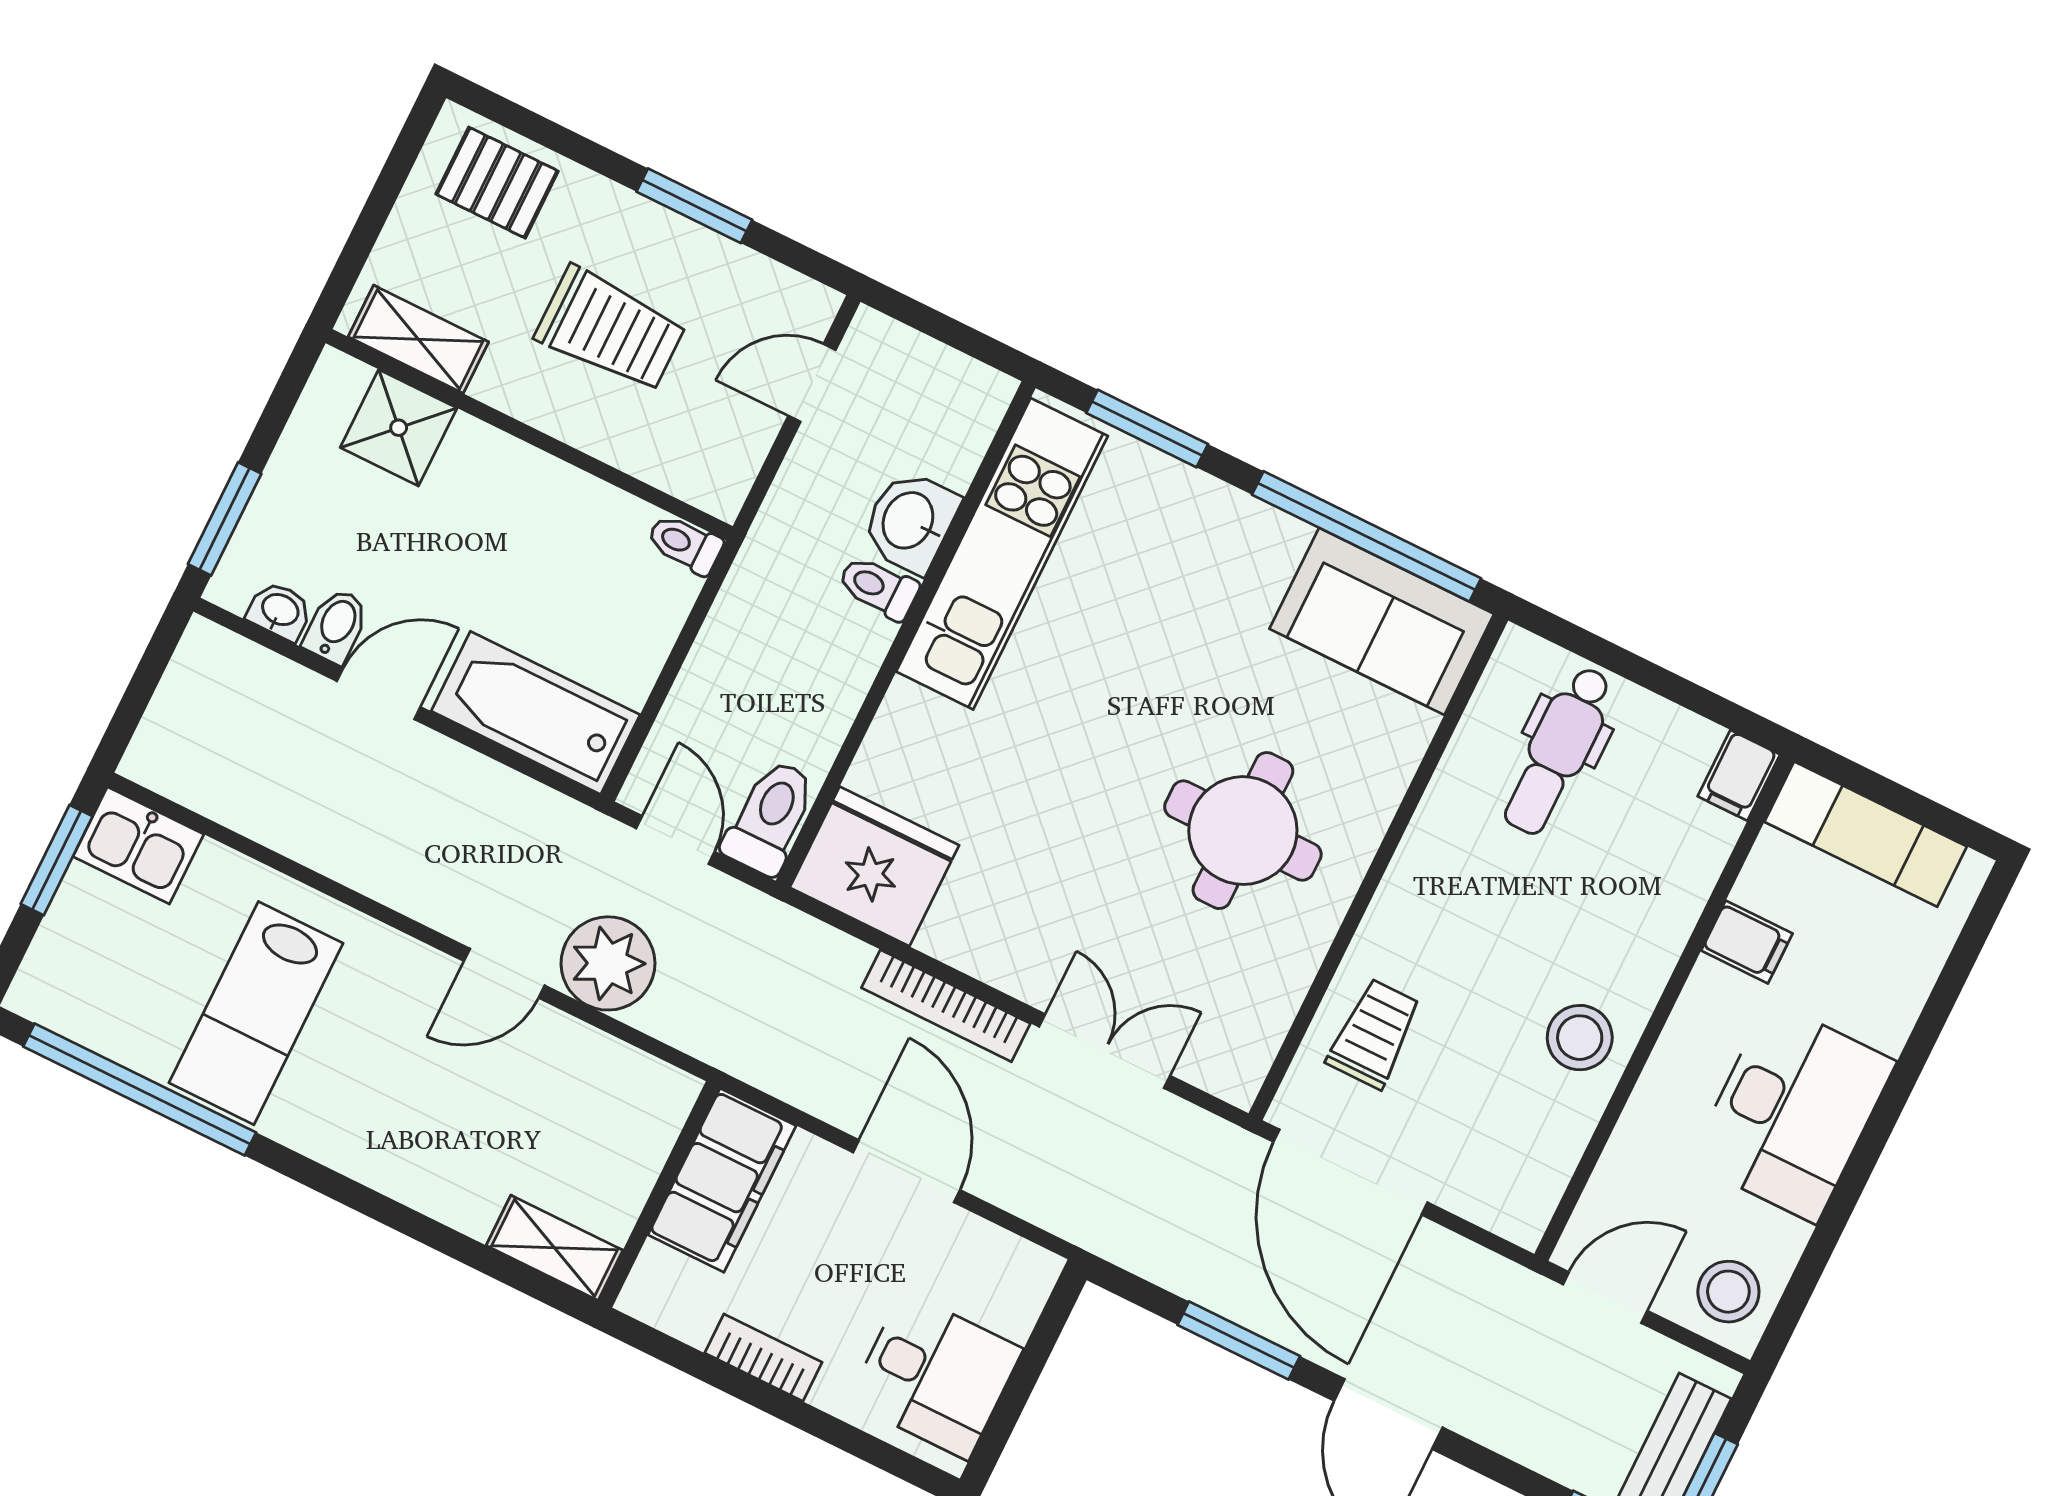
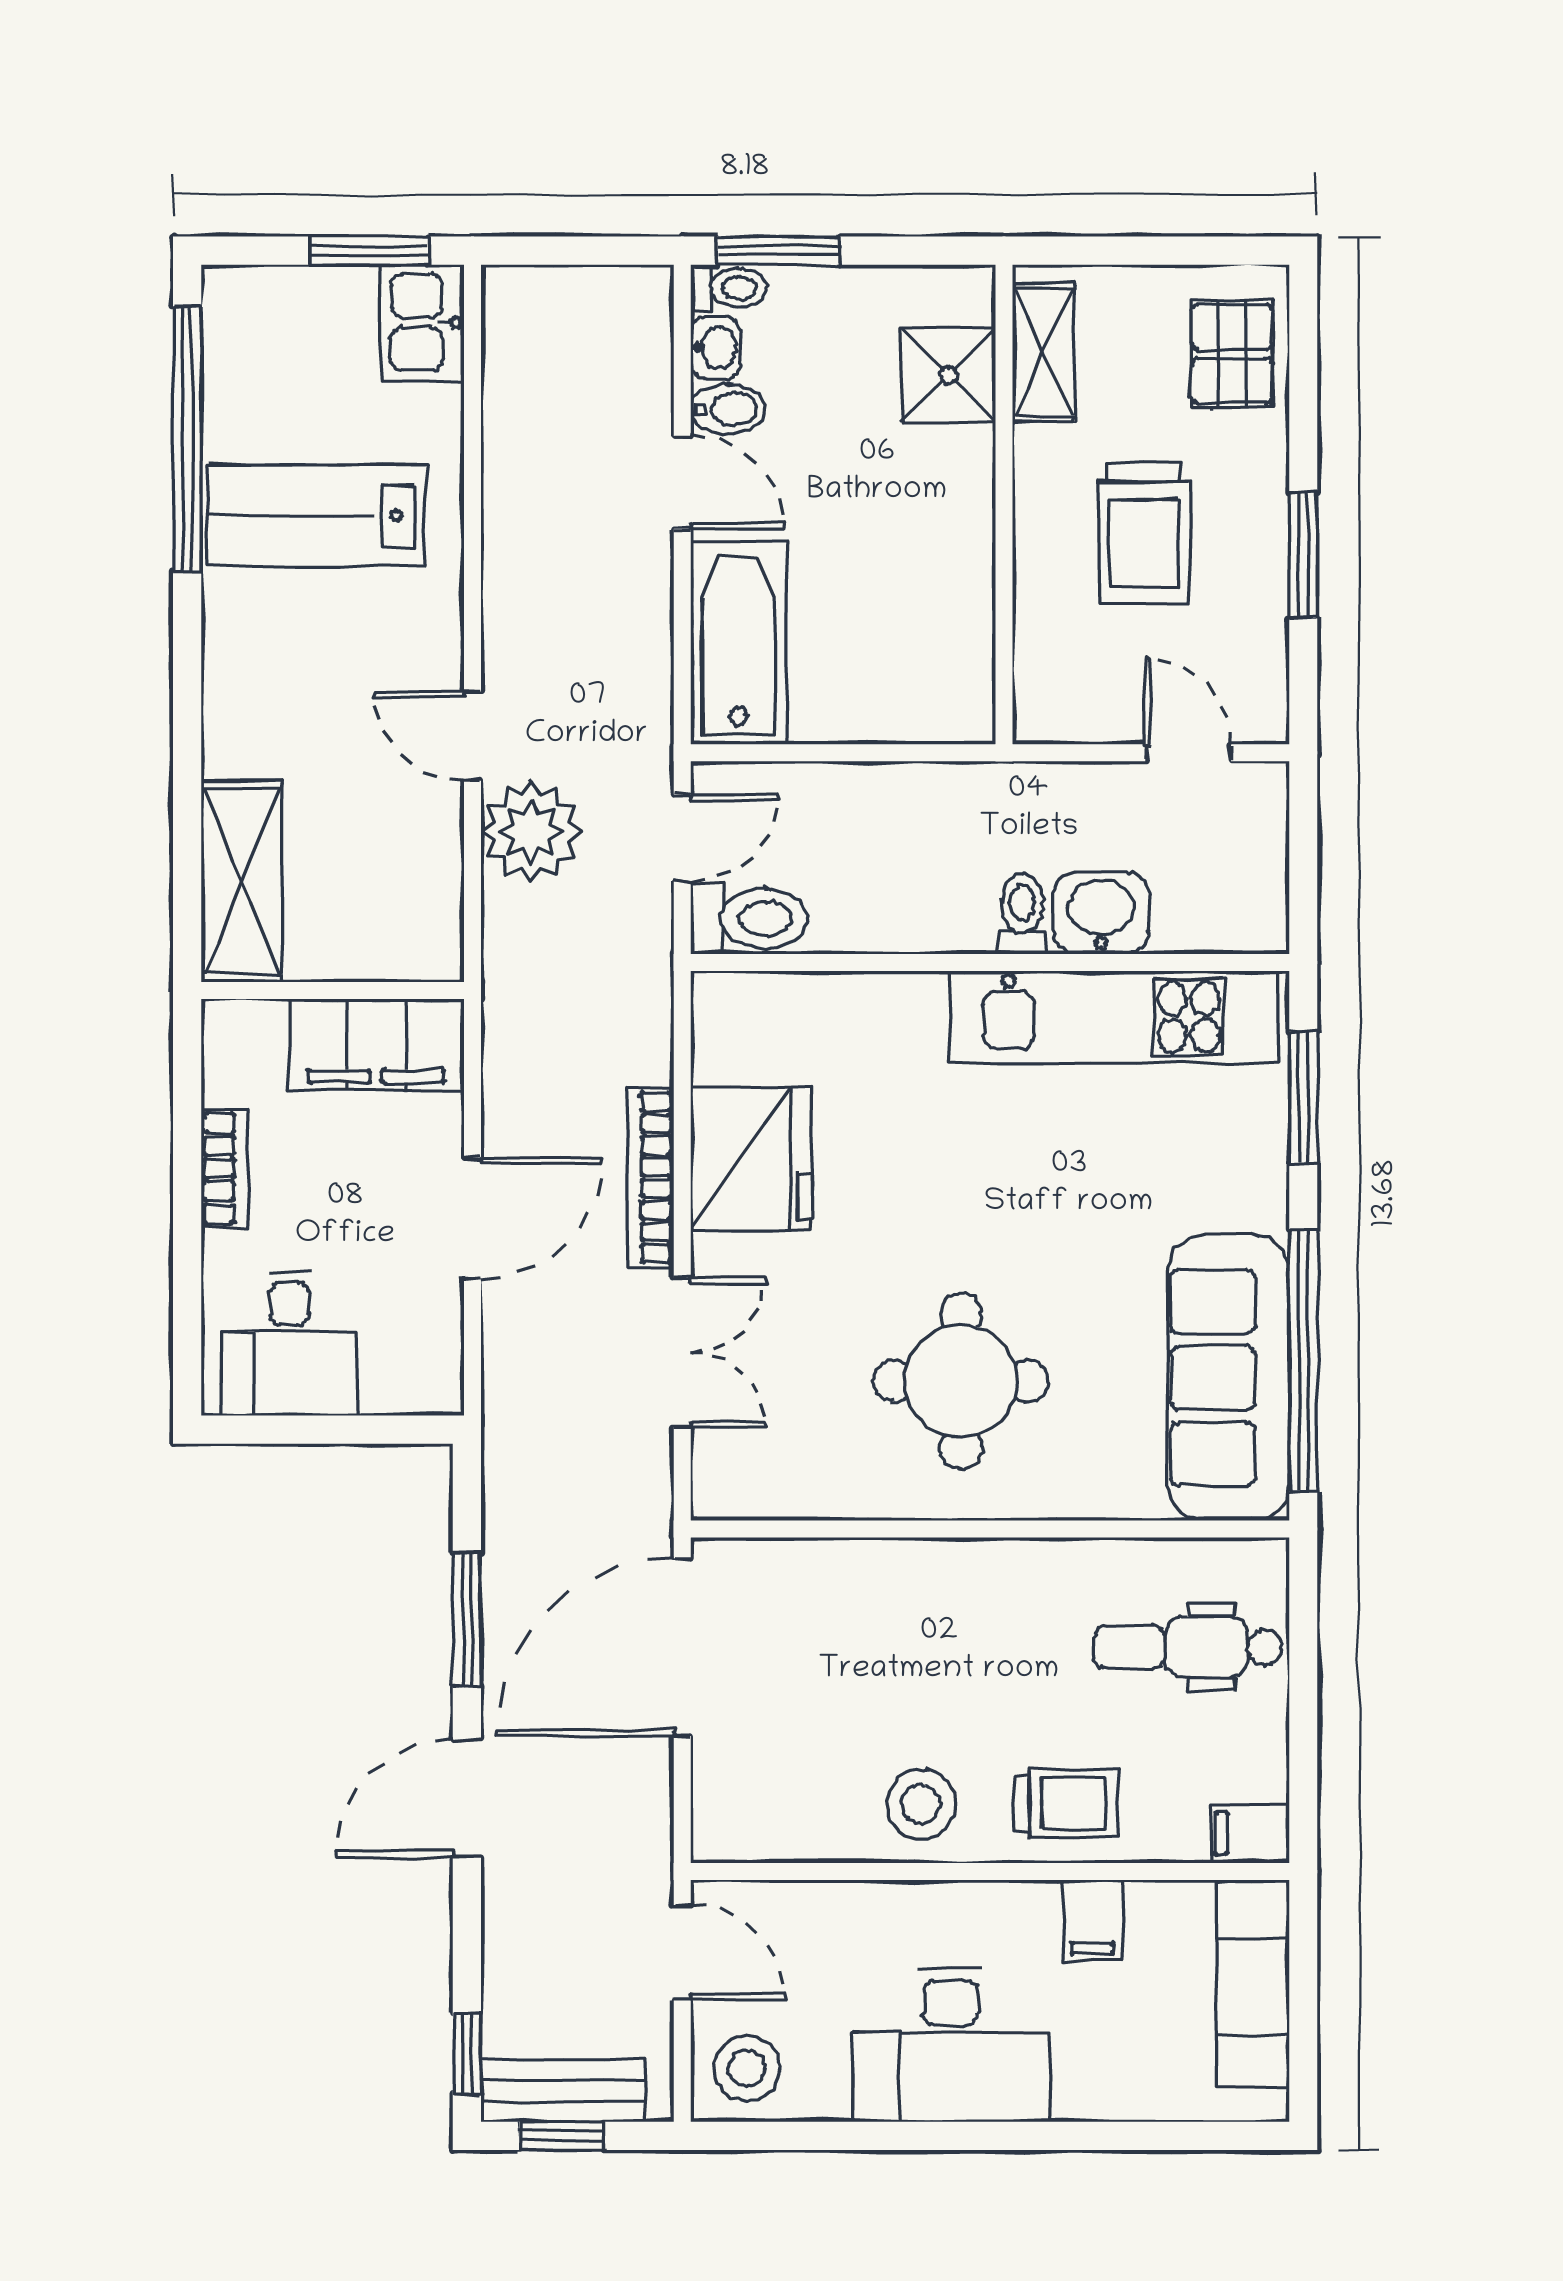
toilet: (685, 544) -> (728, 288), moved, turned 90
sofa: (1382, 621) -> (1229, 1378), width x1.36
fridge: (874, 866) -> (751, 1159), moved
trolley: (1374, 1034) -> (1066, 1803), moved
shelving: (554, 1248) -> (241, 881), width x1.50, depth x1.33

